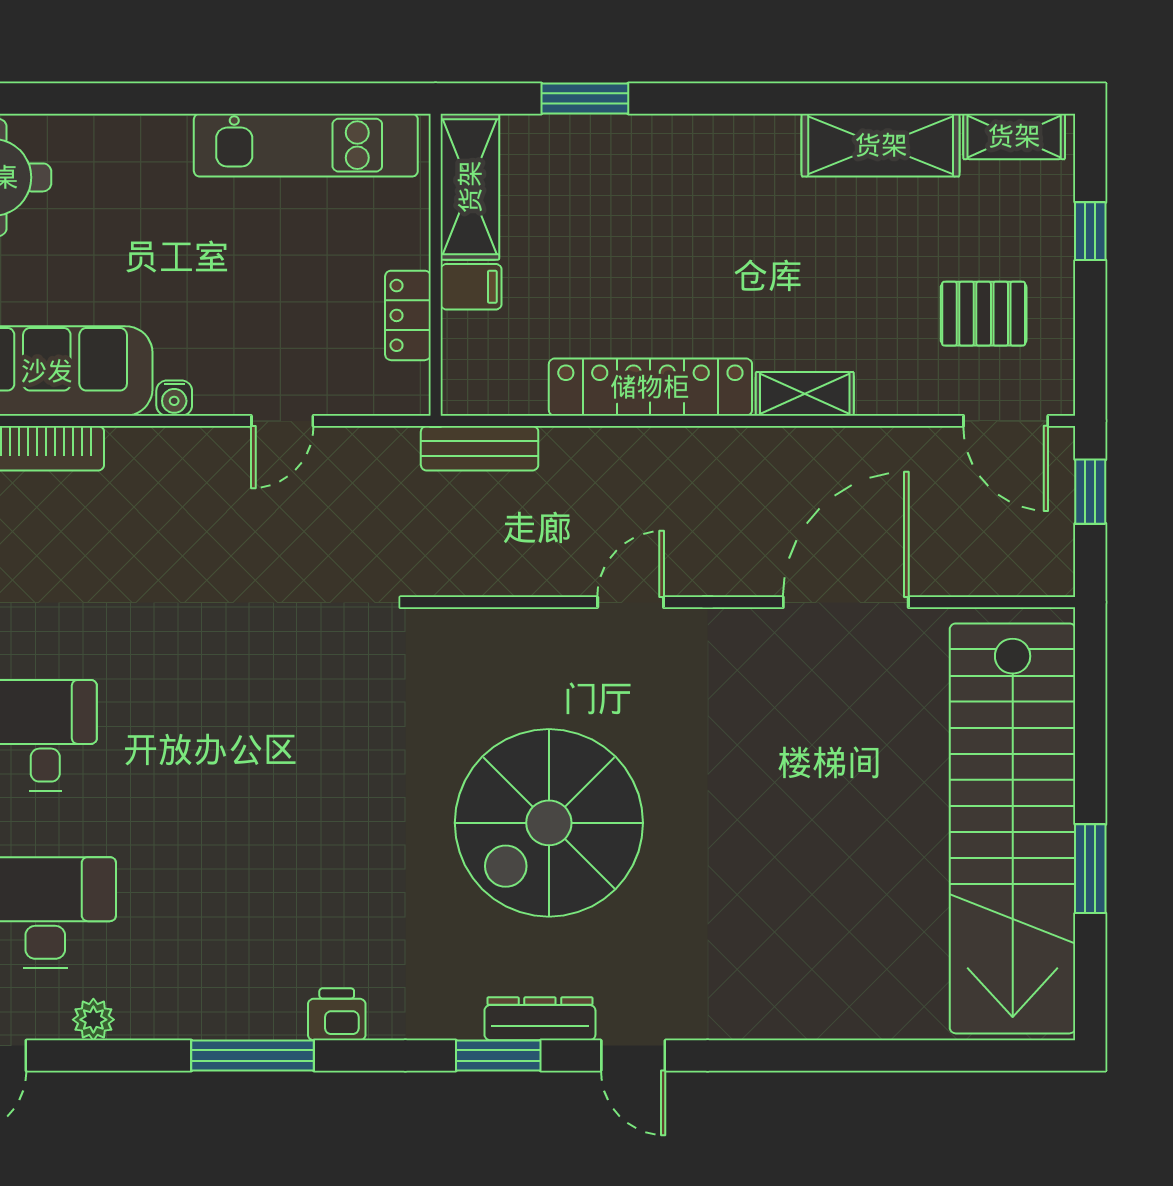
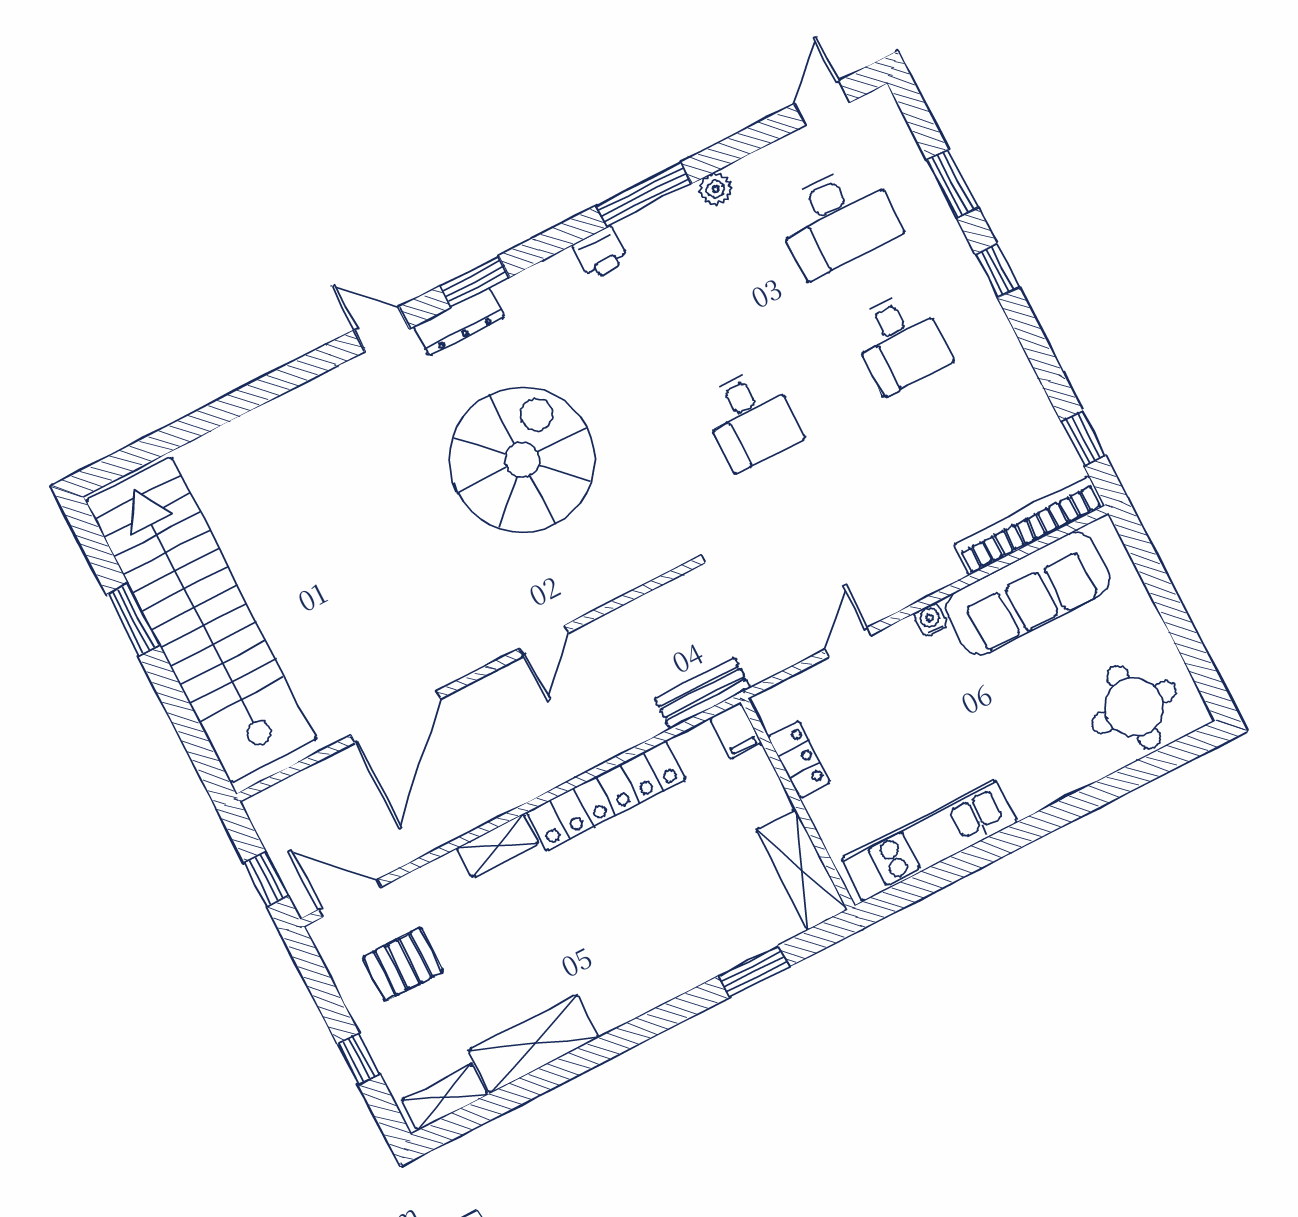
filing cabinet: (471, 287) -> (736, 731), moved, turned -90
desk: (262, 735) -> (751, 418), added
plant: (93, 1020) -> (715, 189), moved

